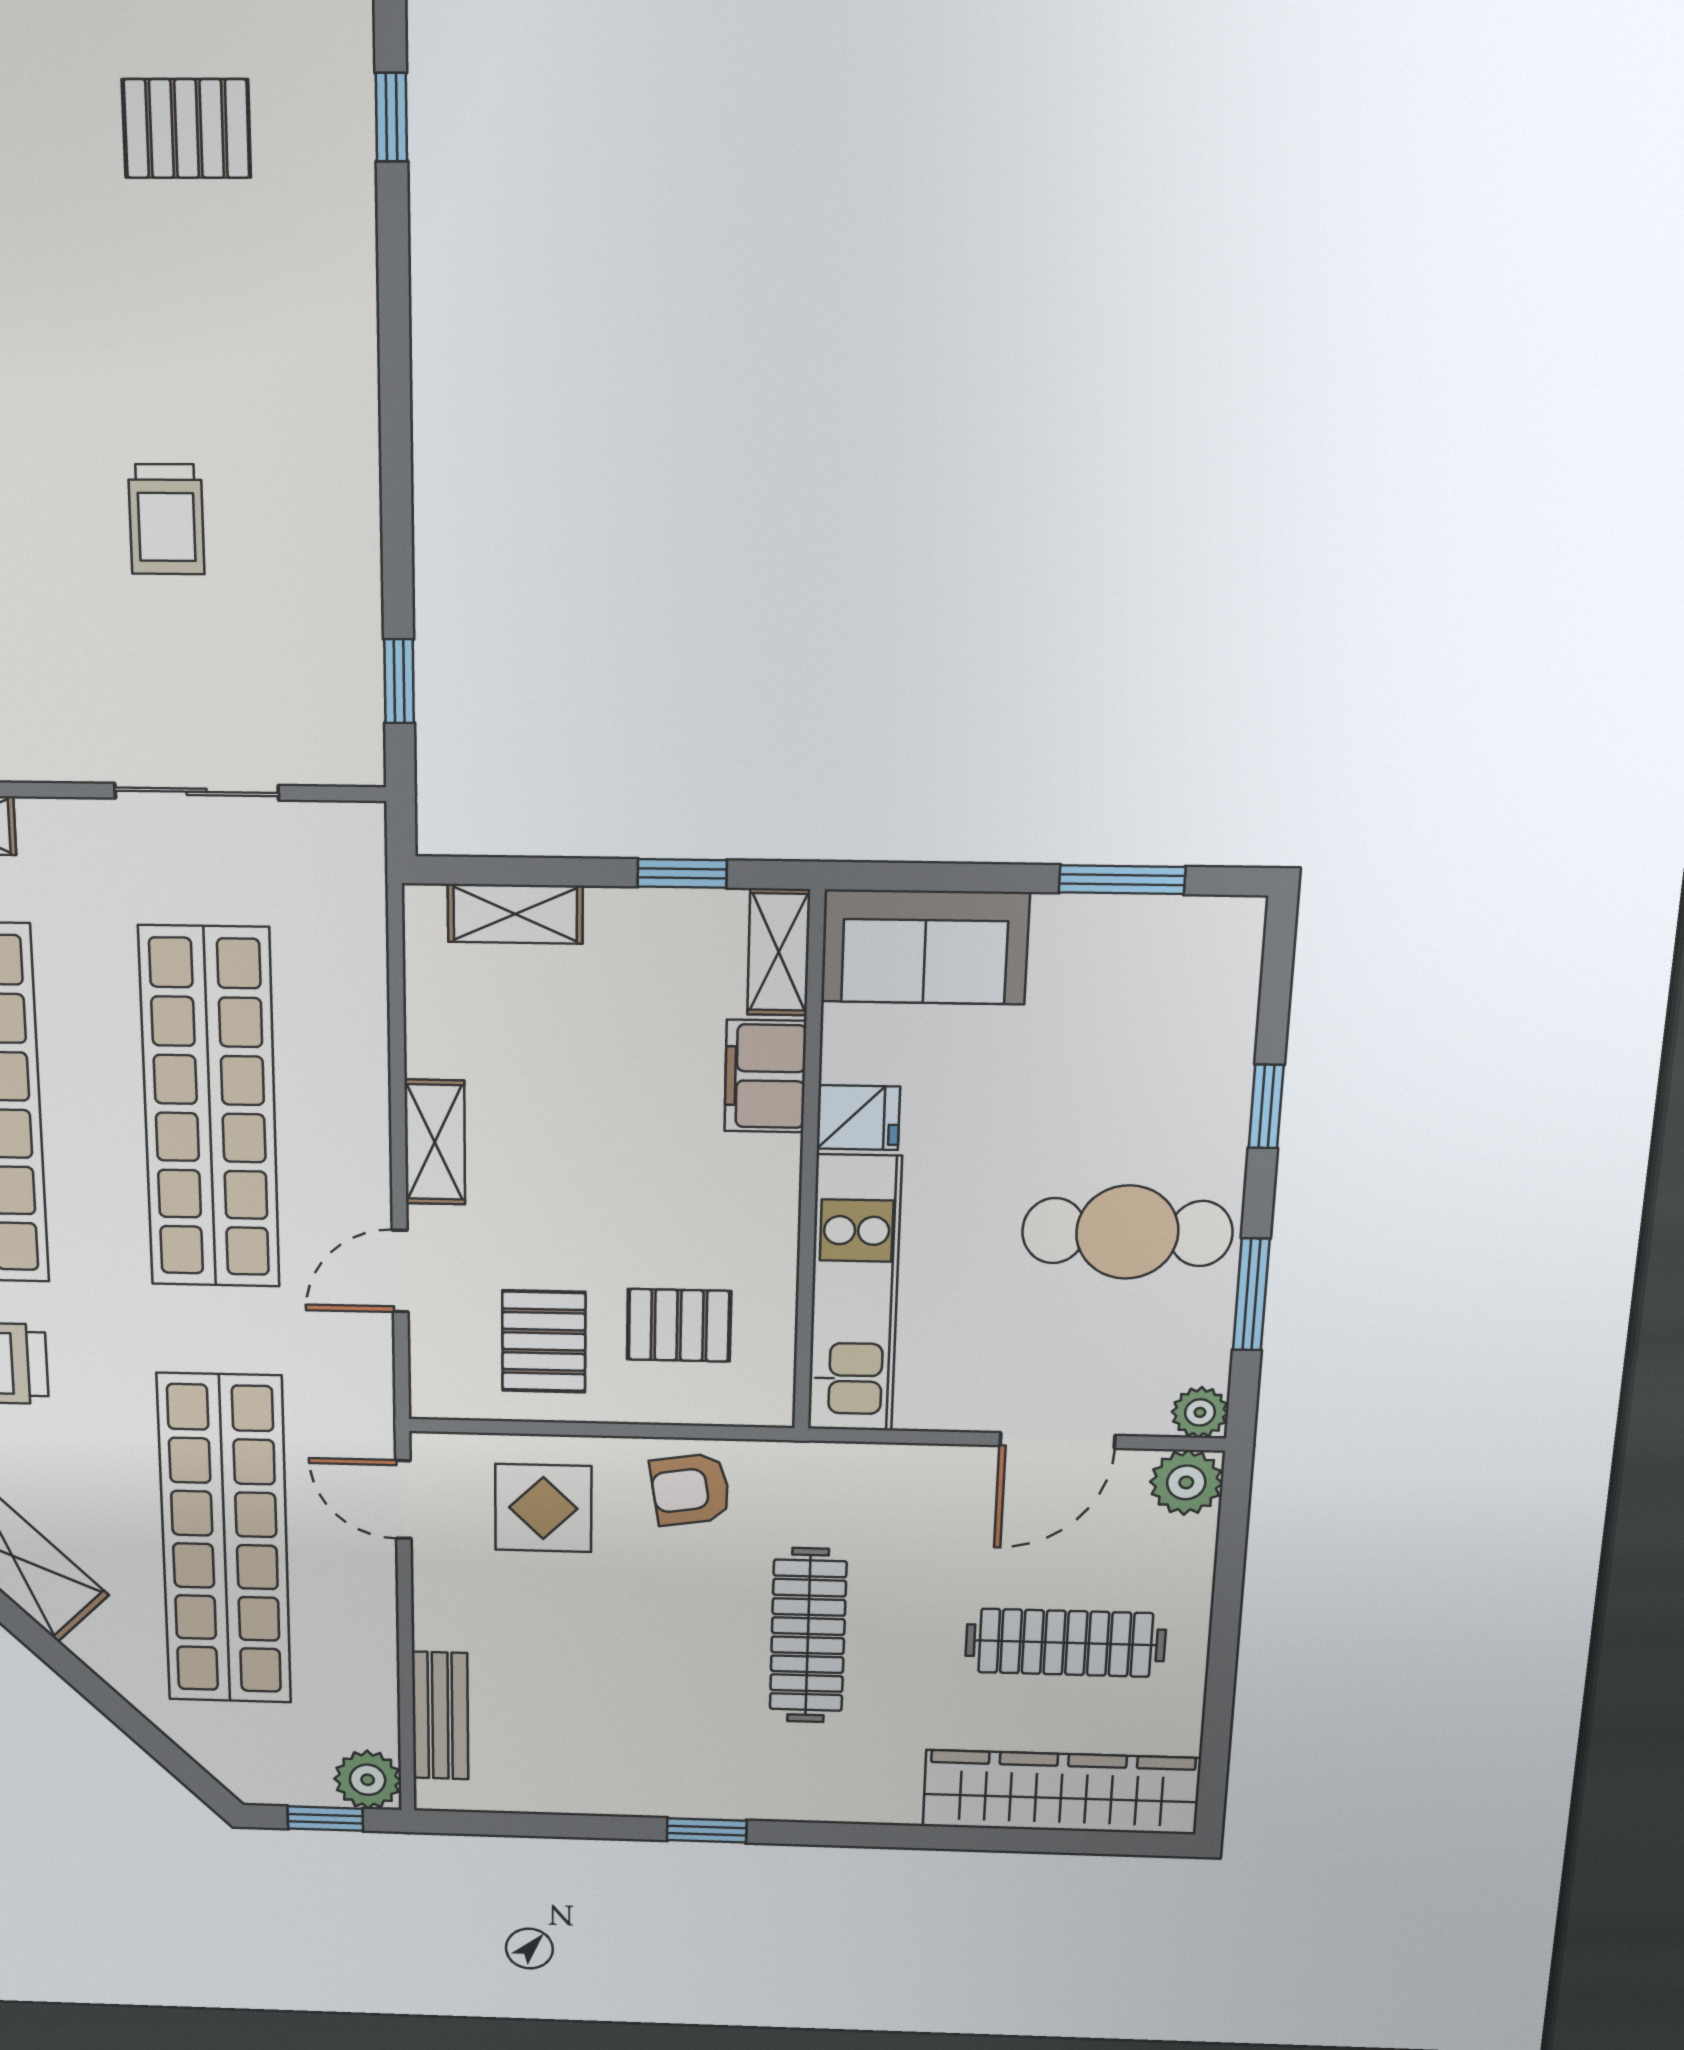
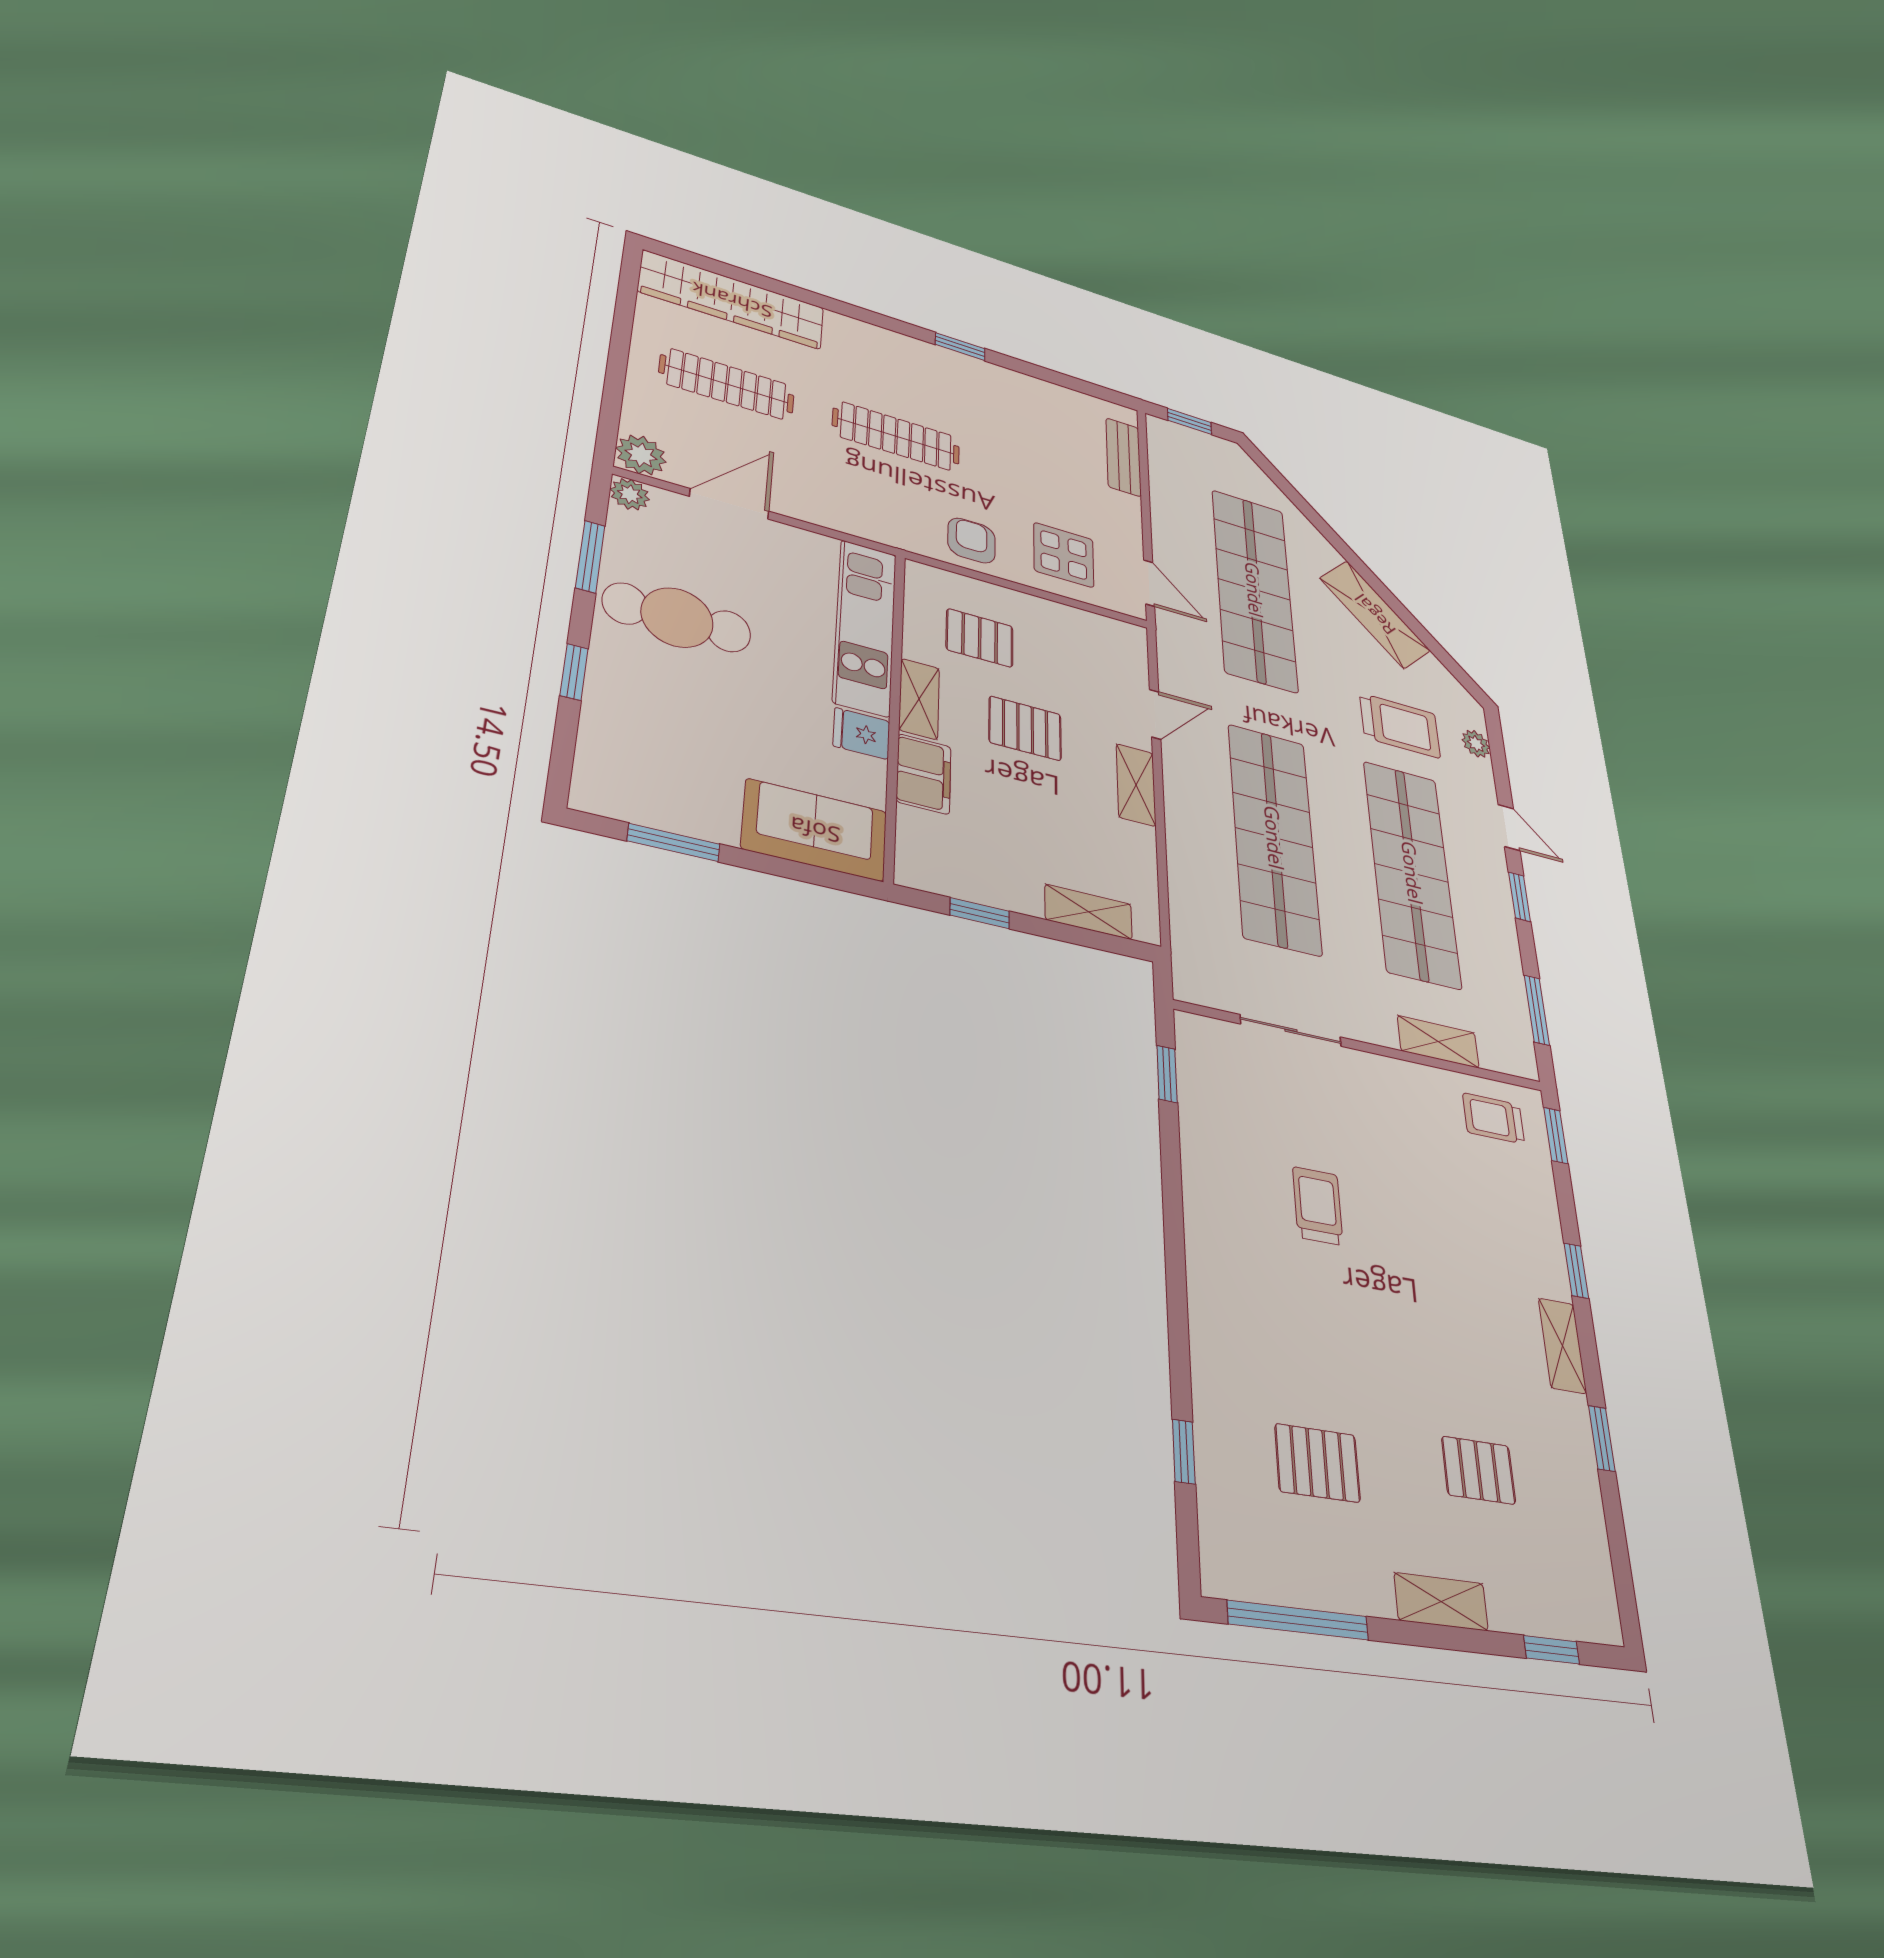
shelving: (779, 952) -> (919, 699), moved
pallet: (544, 1341) -> (1025, 728), moved, turned 90
armchair: (690, 1489) -> (972, 541), turned -81
clothes rail: (808, 1636) -> (896, 436), turned 90
plant: (368, 1780) -> (1166, 435), removed

